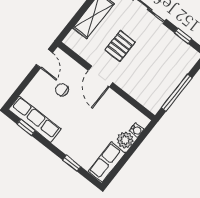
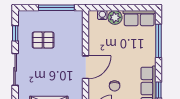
pallet: (120, 46) -> (43, 40), moved
window: (72, 163) -> (159, 41), width x2.17

